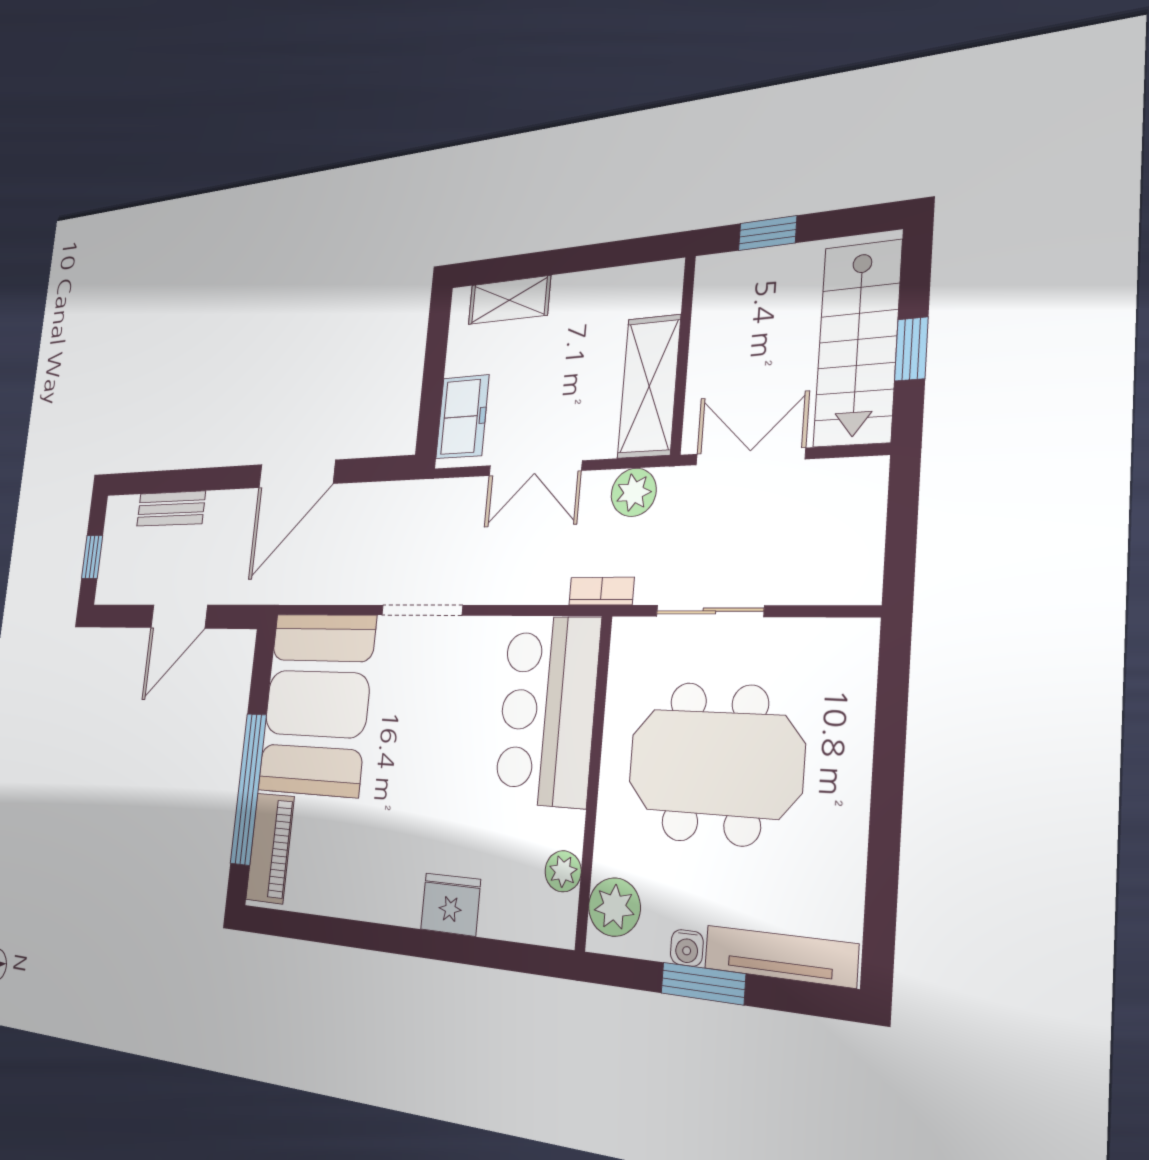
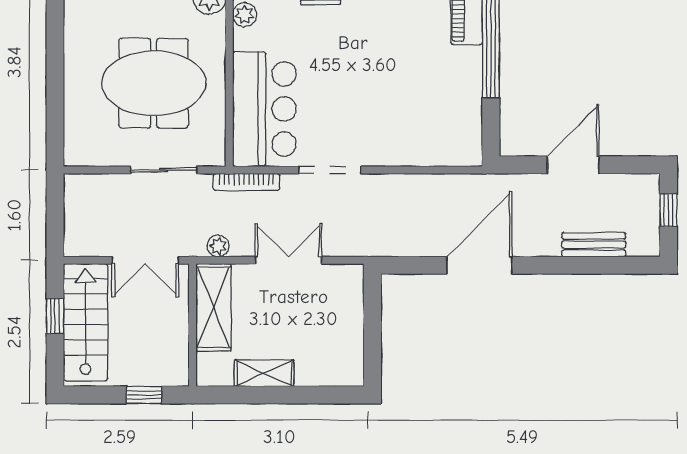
shelving: (509, 300) -> (264, 373), moved
freezer: (462, 417) -> (346, 297), removed
plant: (634, 492) -> (218, 246), width x0.73, depth x0.73
bookcase: (601, 591) -> (246, 182), width x1.56
doorway: (422, 610) -> (330, 170), moved
booth: (317, 704) -> (440, 107), removed

